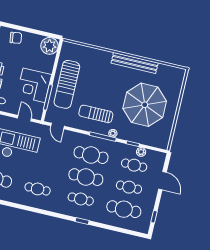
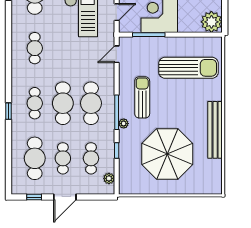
sun lounger: (67, 84) -> (188, 68), moved, turned 180
plant: (141, 152) -> (109, 178), moved
door: (162, 181) -> (65, 197), moved

